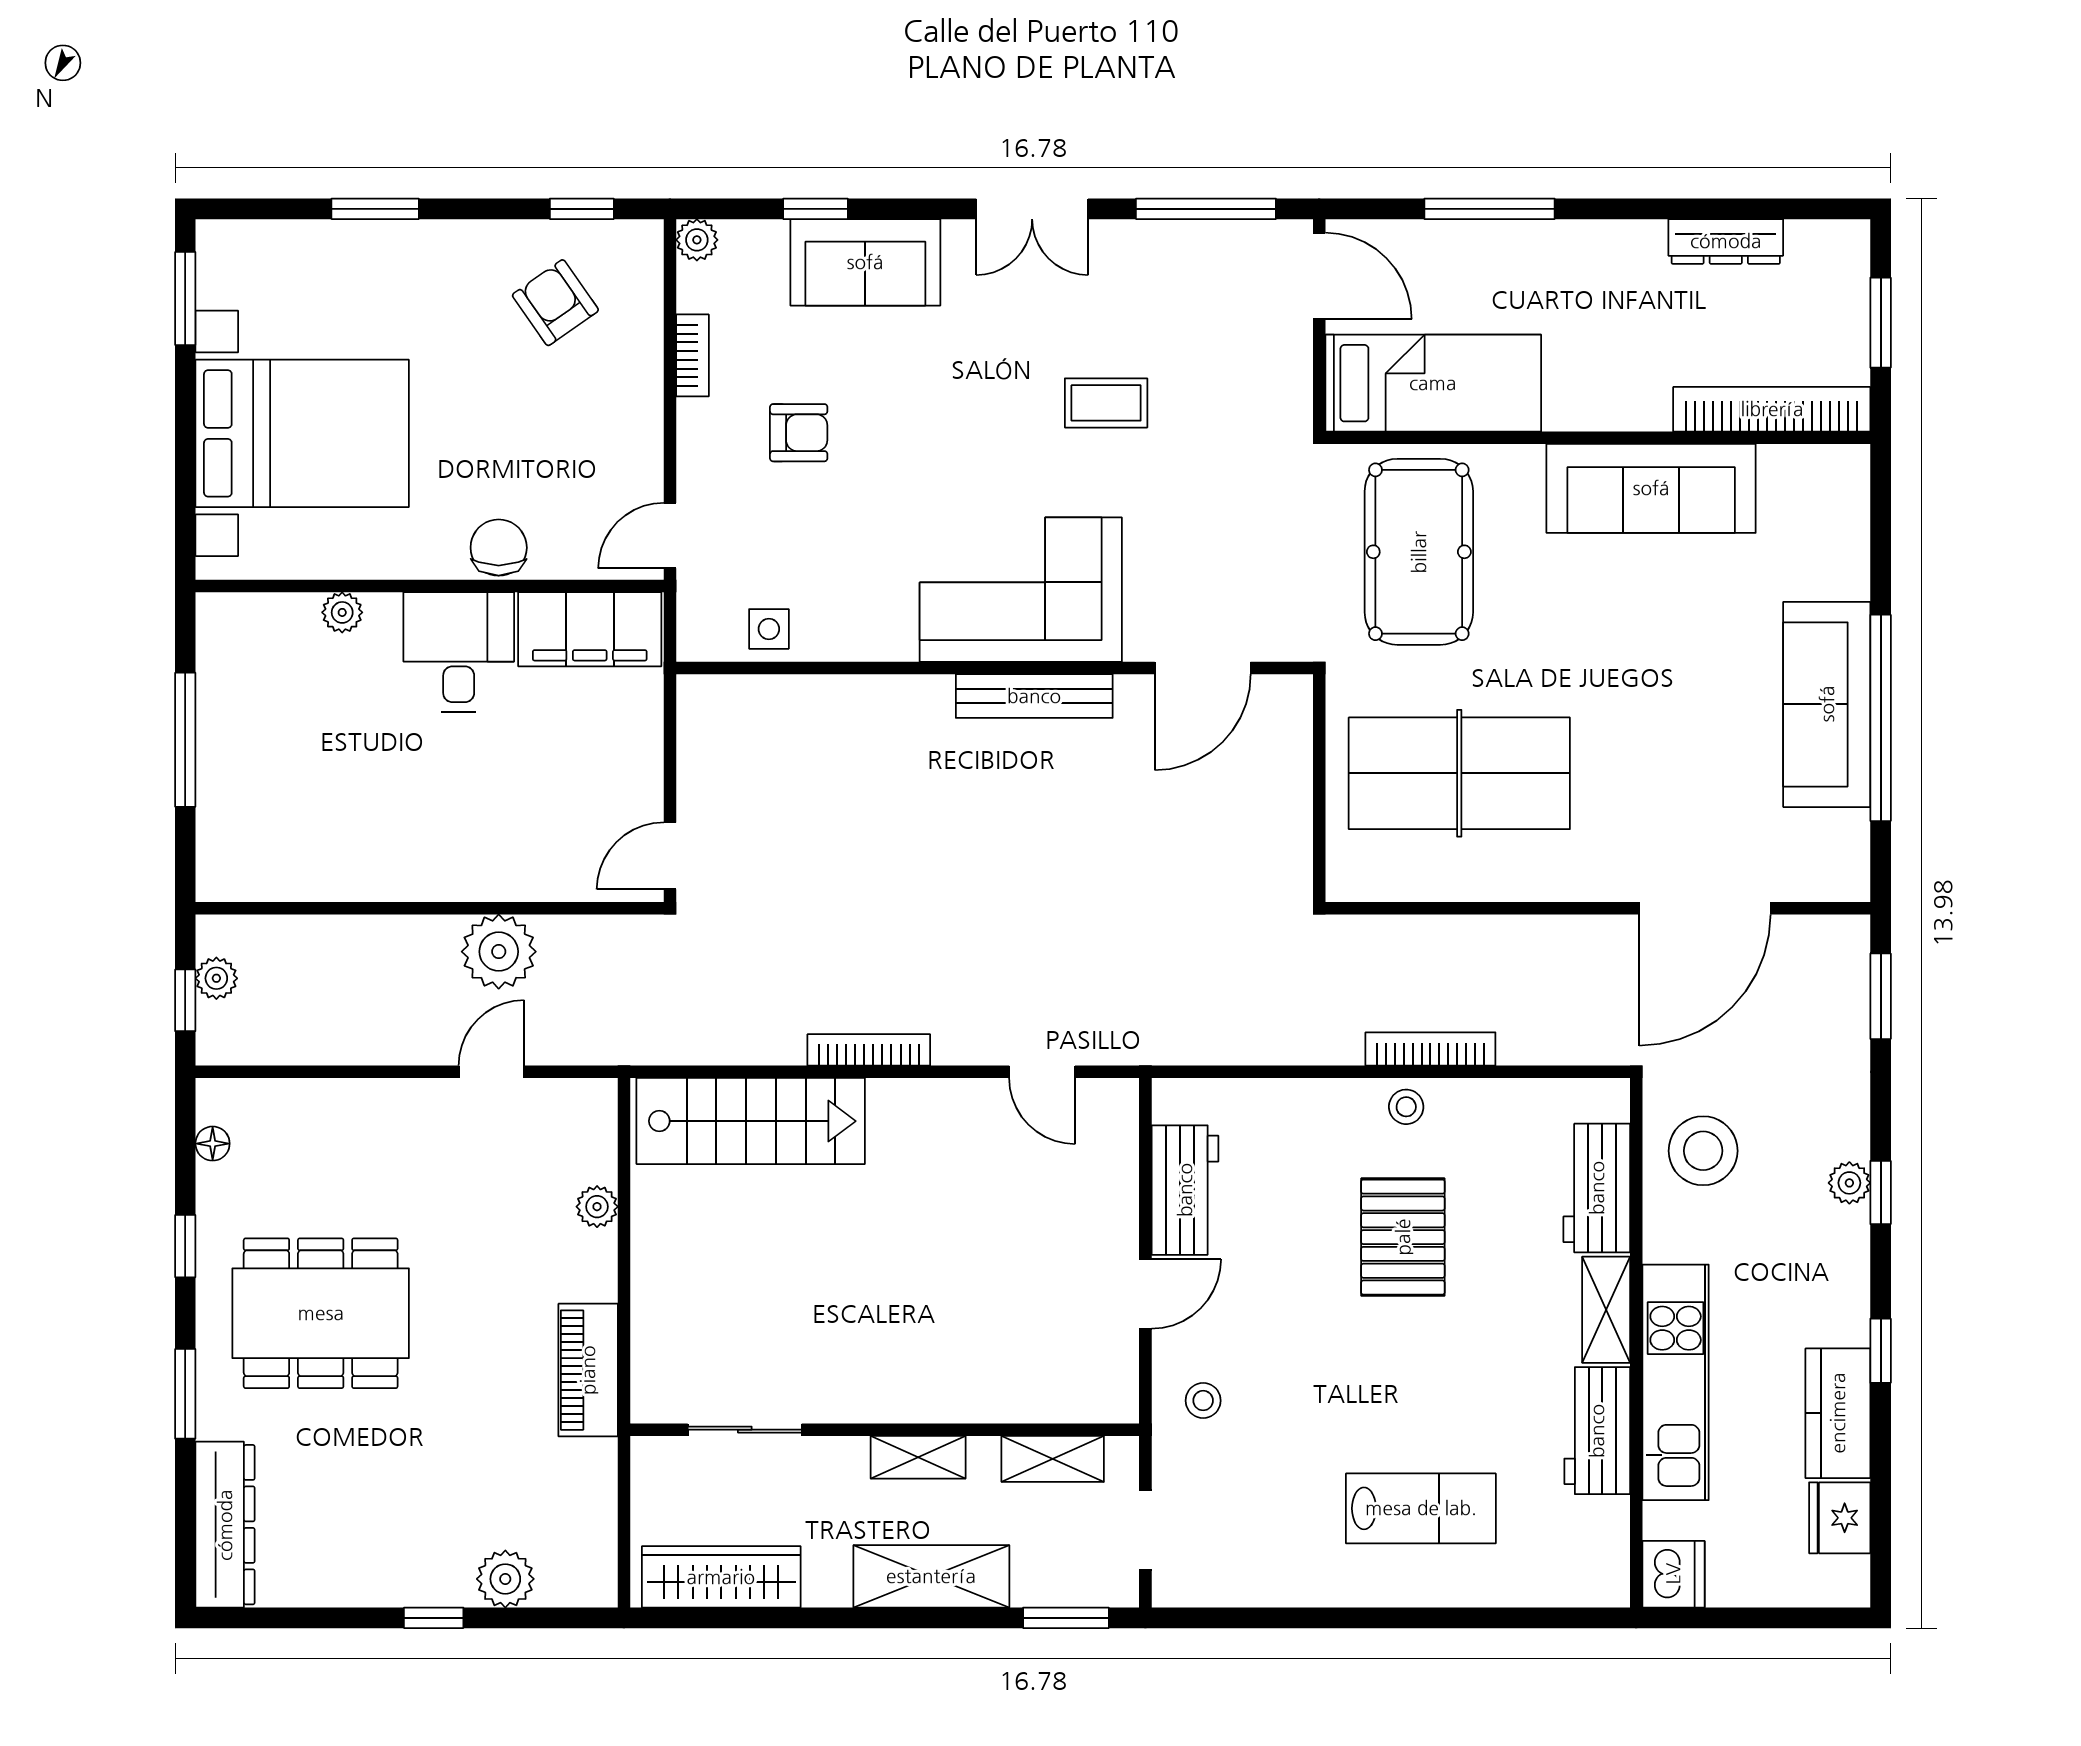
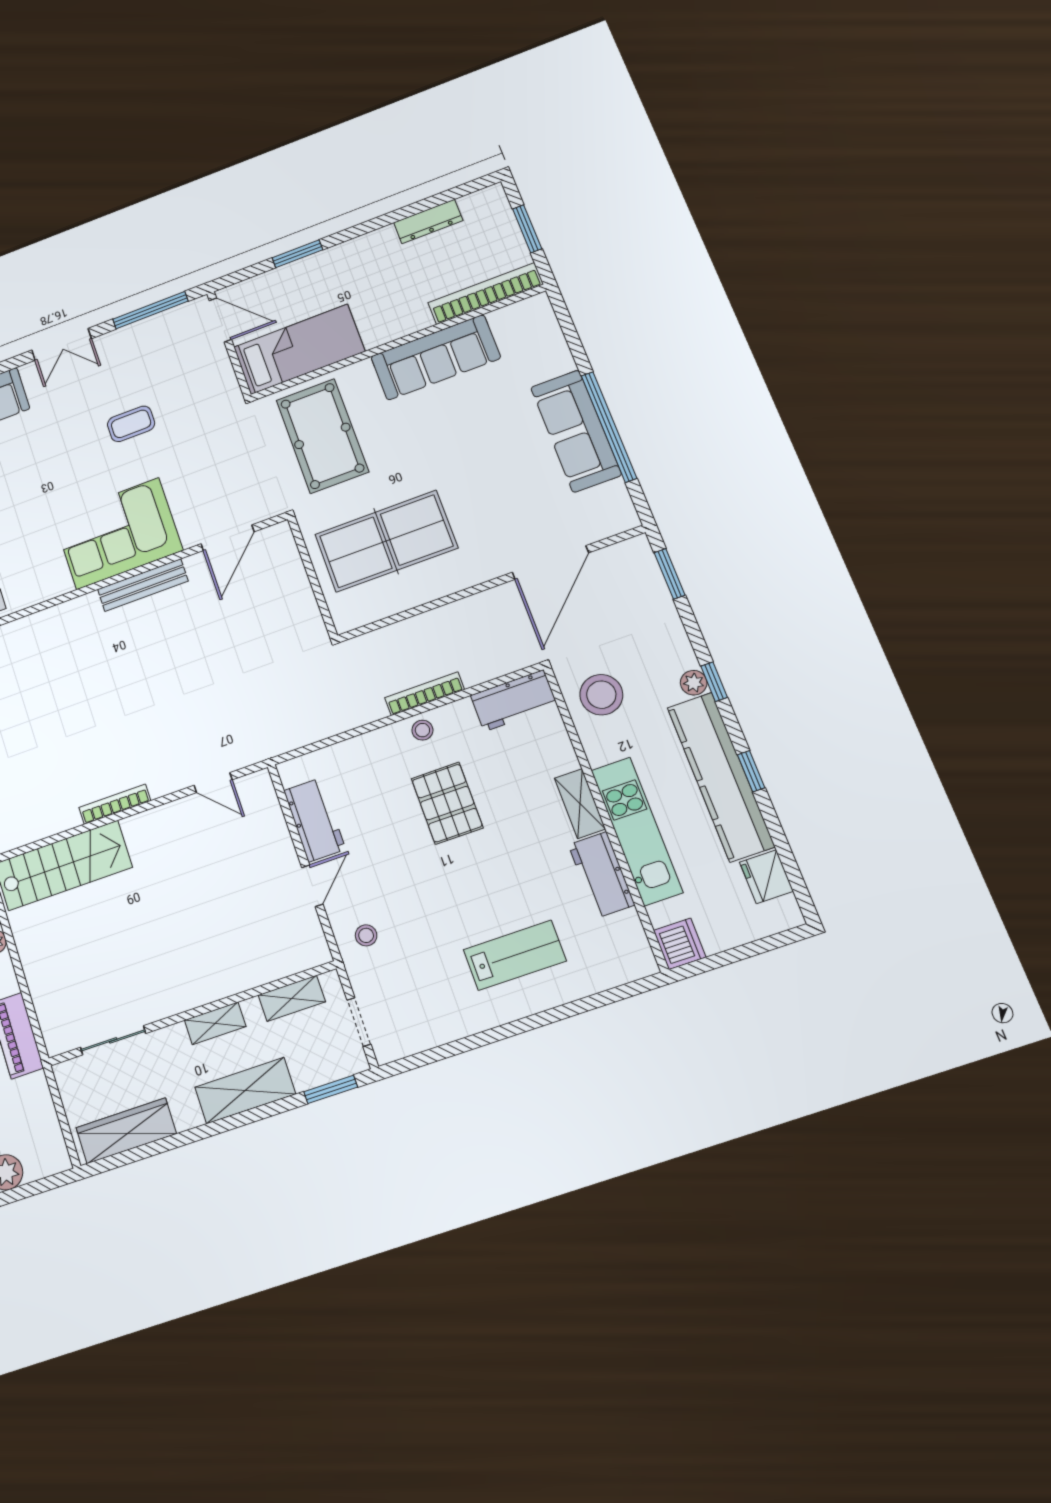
window: (1489, 209) -> (297, 254), width x0.69
workbench: (1597, 1188) -> (514, 701), moved, turned -90
kitchen counter: (1838, 1413) -> (721, 777), width x2.08, depth x1.17

